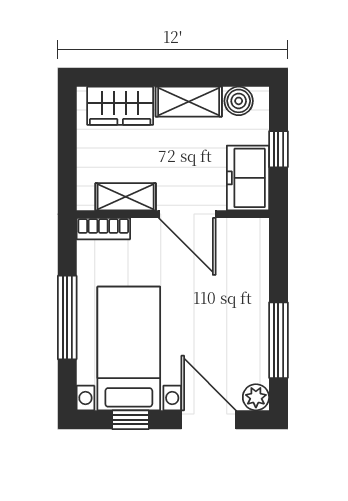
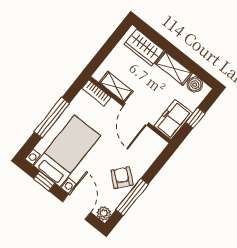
armchair: (241, 323) -> (122, 178), added

